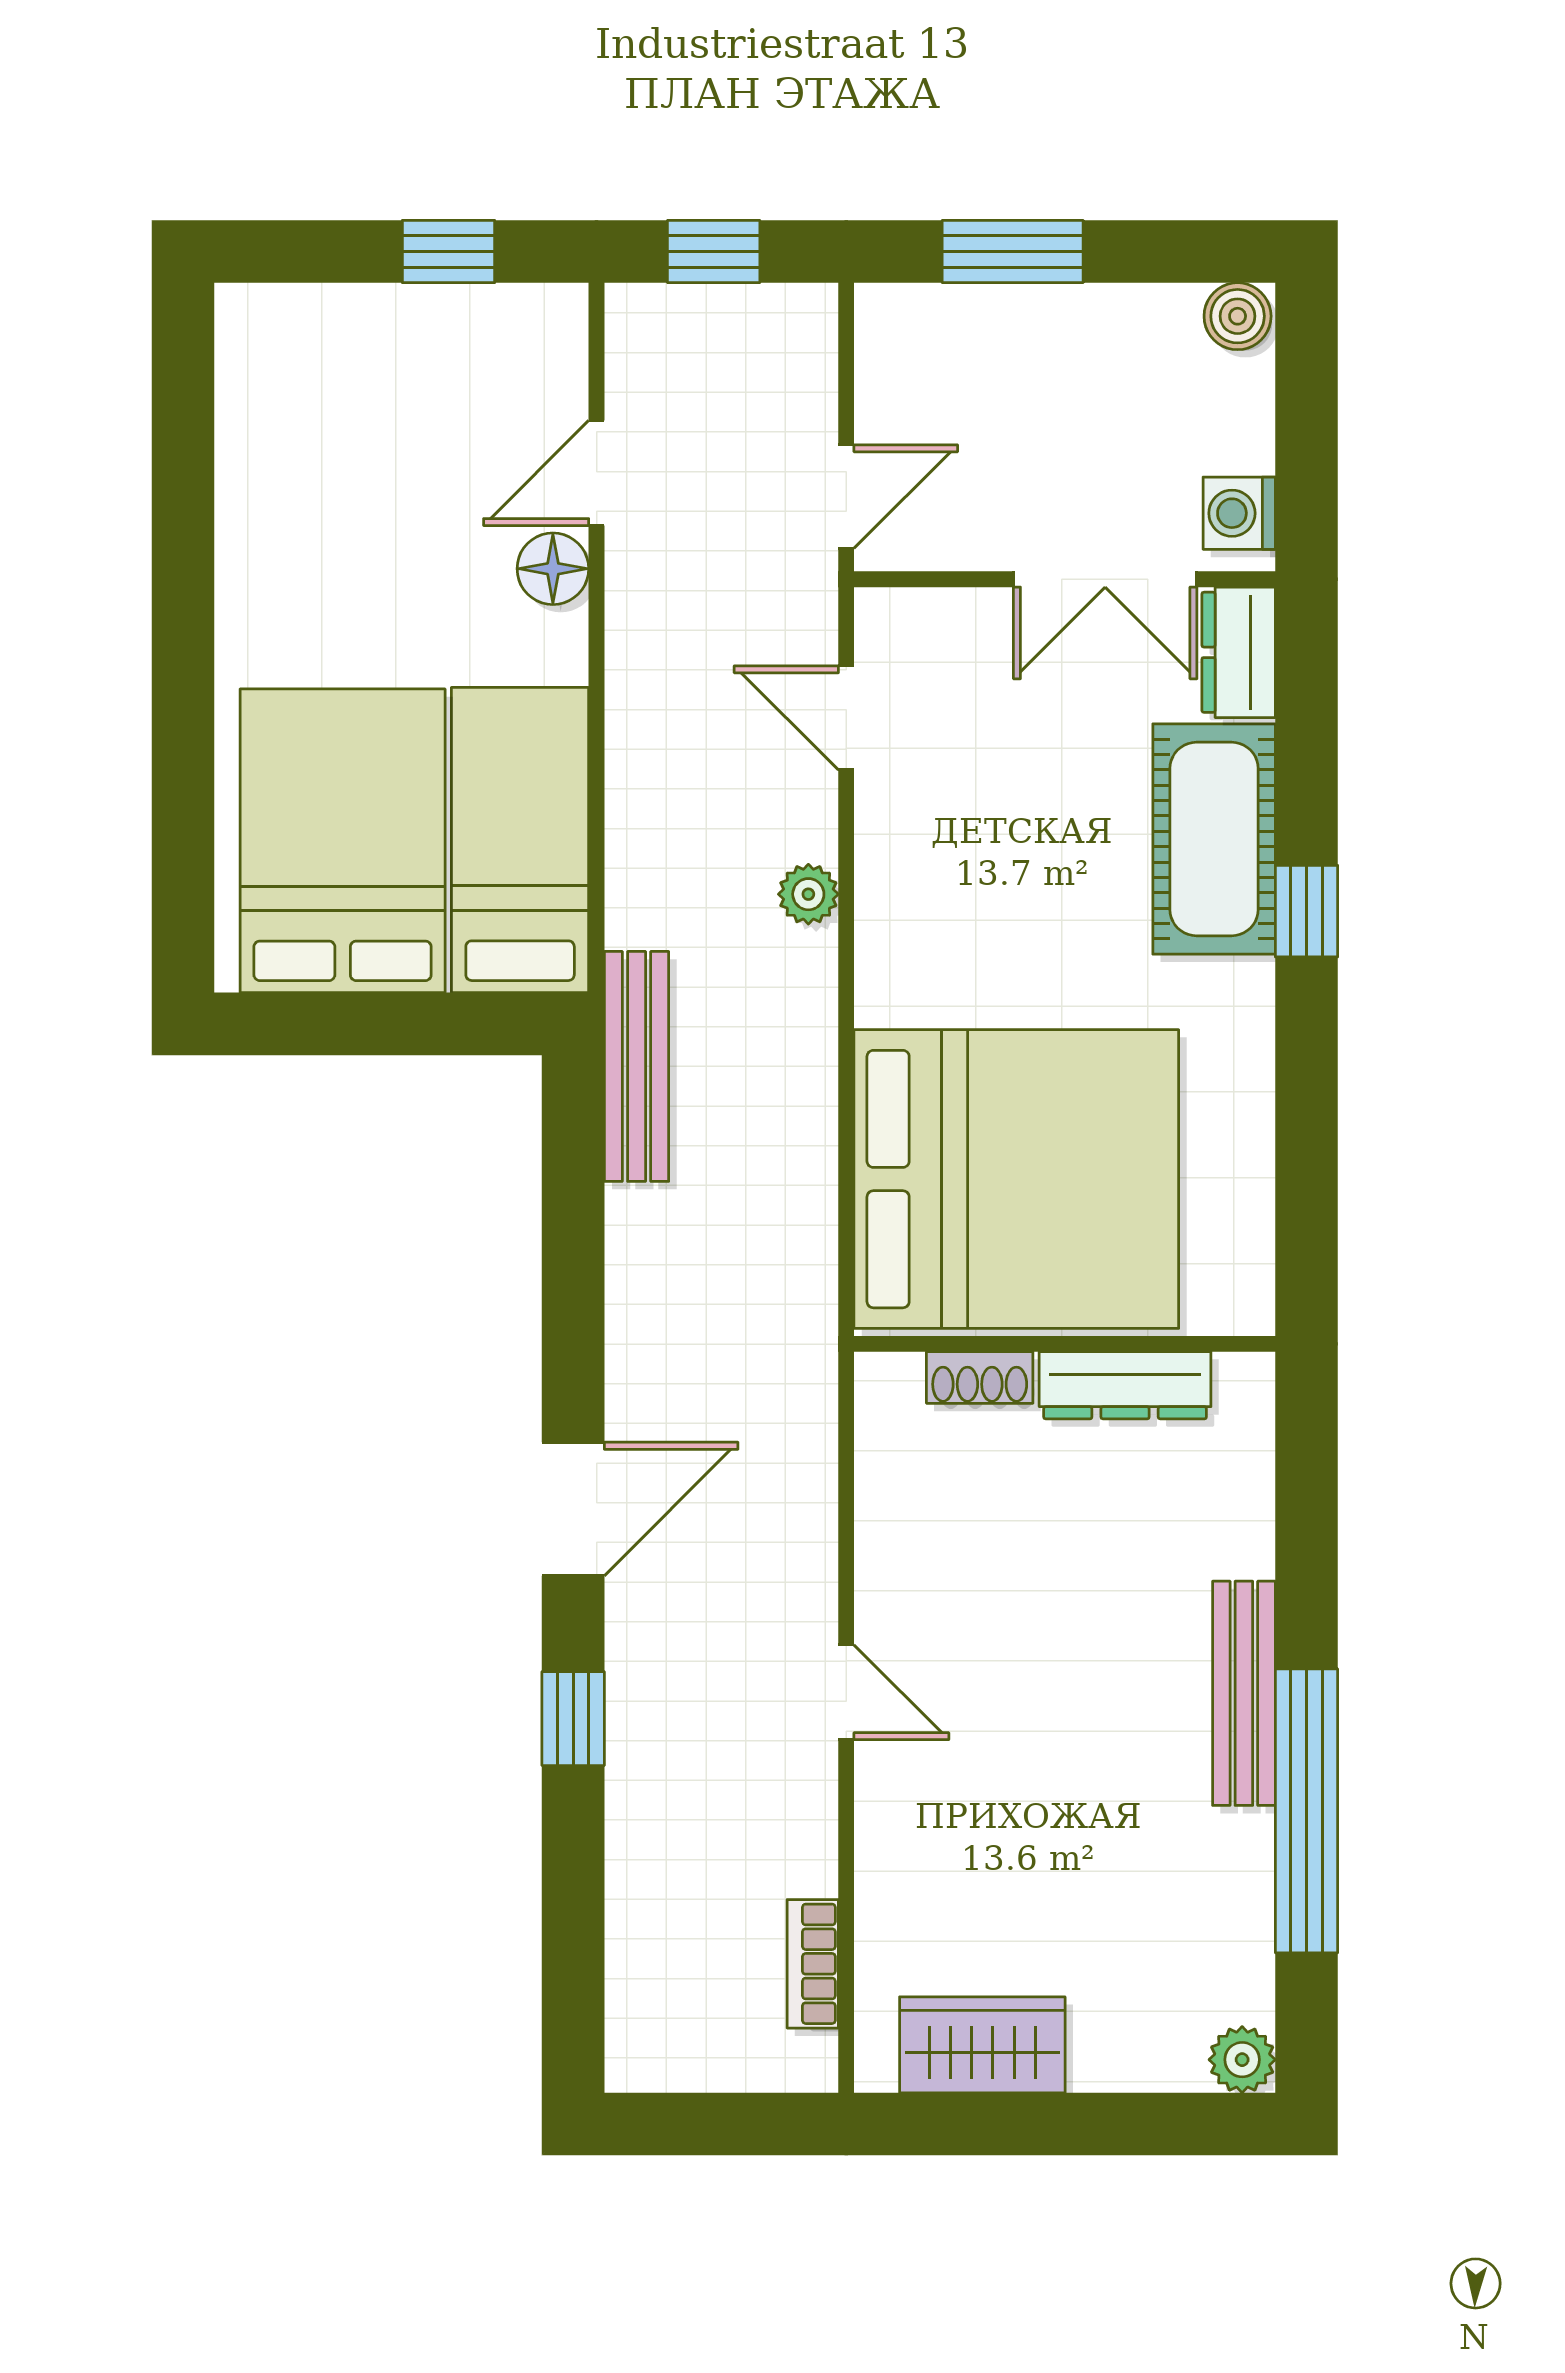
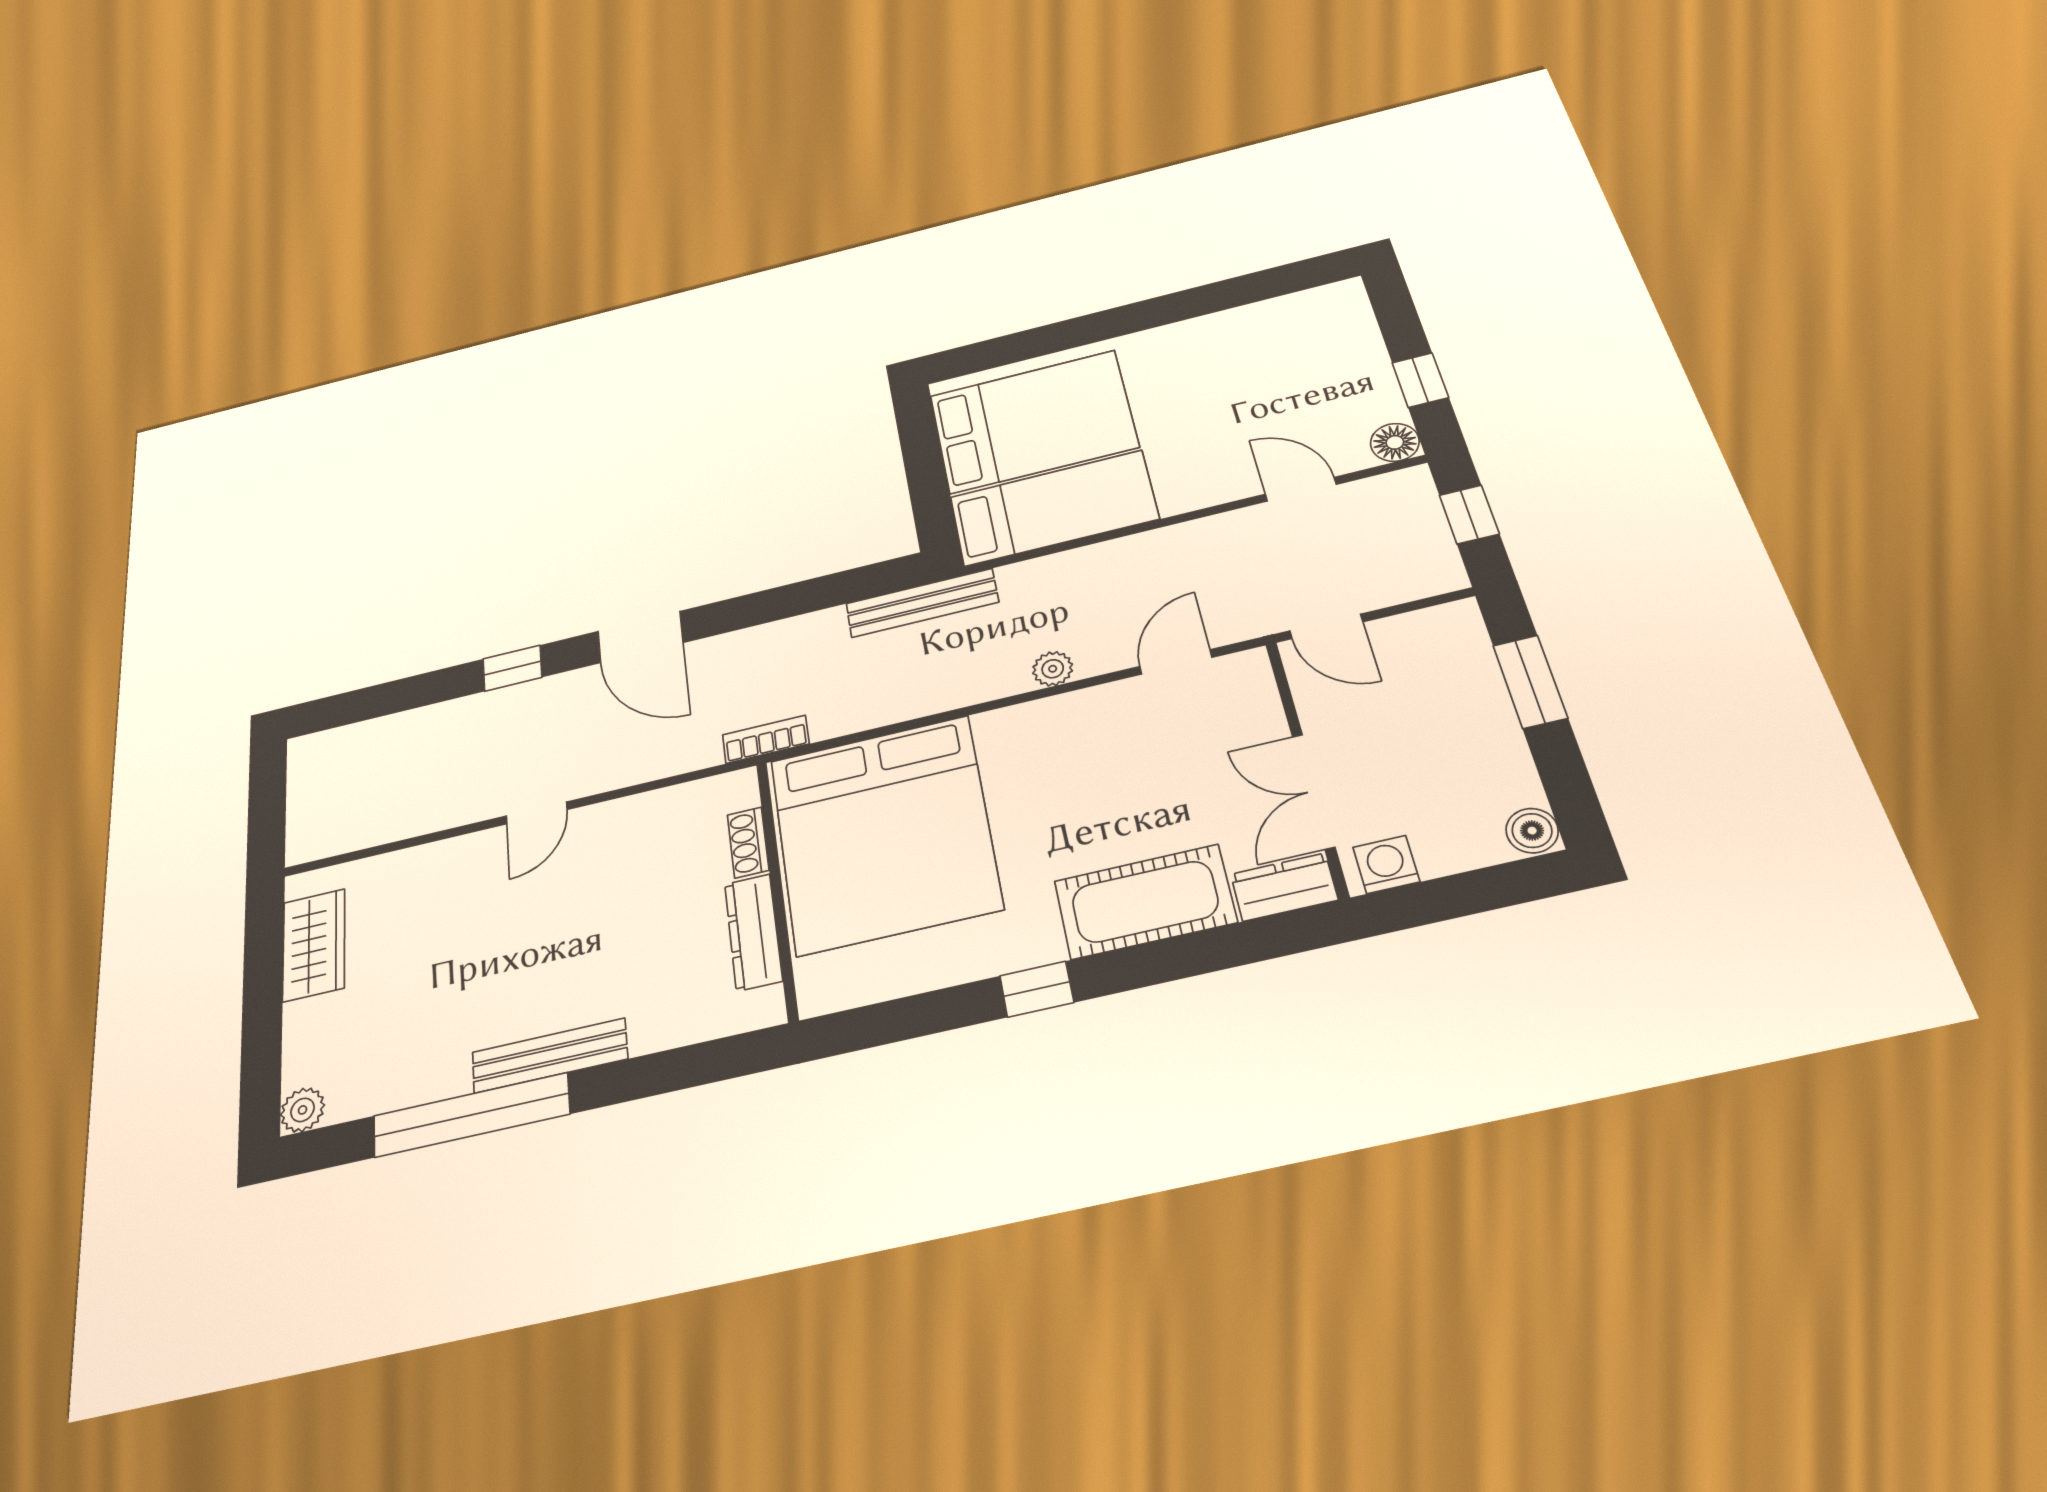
floor lamp: (553, 569) -> (1395, 442), moved
window: (1307, 911) -> (1037, 989), moved
bookcase: (813, 1964) -> (766, 739), moved

